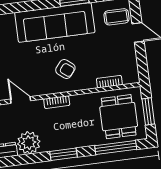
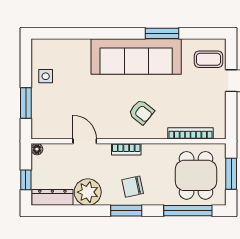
bookcase: (109, 82) -> (190, 133), width x1.56
chair: (66, 133) -> (133, 187), added

